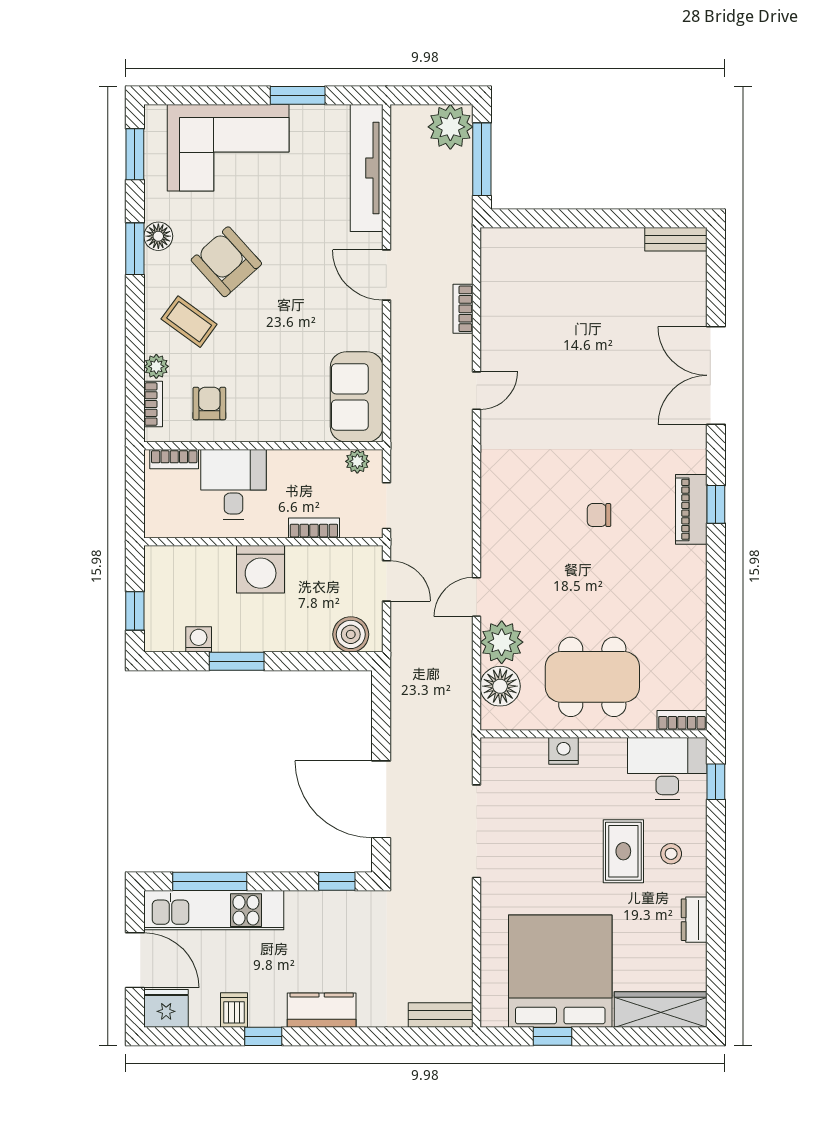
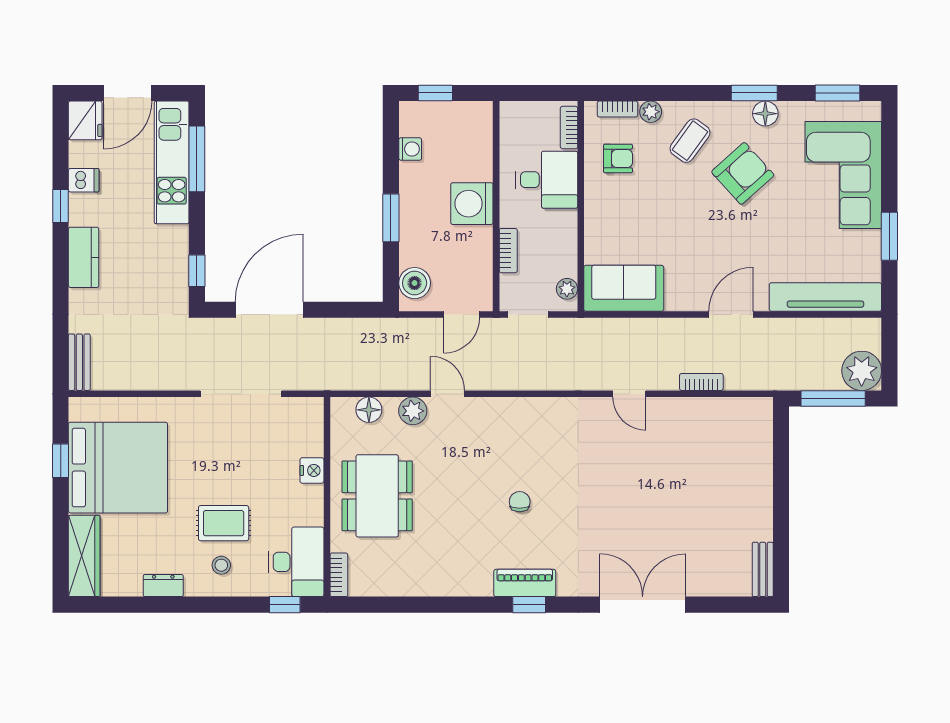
plant: (502, 642) -> (413, 411), width x0.73, depth x0.73
window: (237, 661) -> (391, 218), moved
floor lamp: (500, 686) -> (369, 410), width x0.73, depth x0.73

